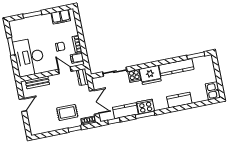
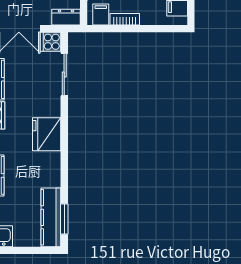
kitchen counter: (176, 67) -> (51, 217), moved
cooker: (134, 76) -> (51, 42), moved

